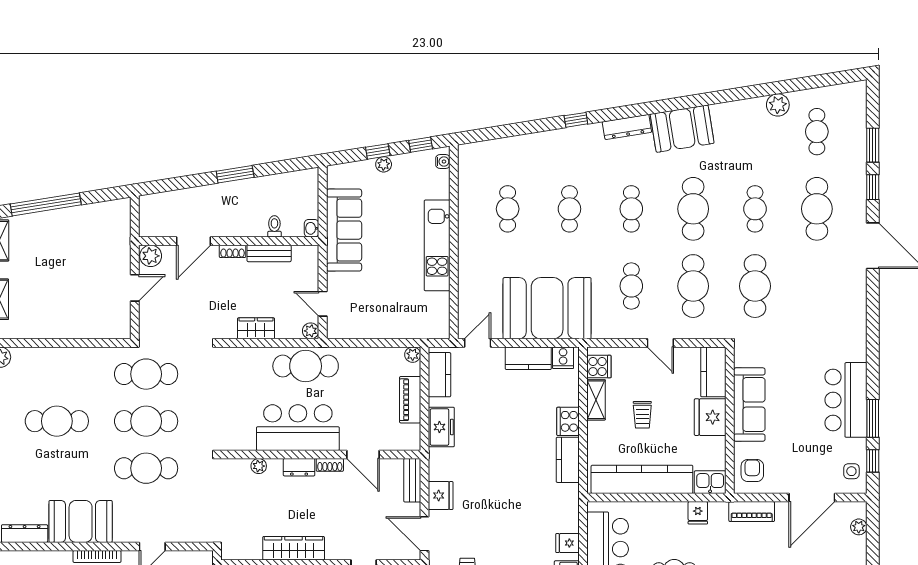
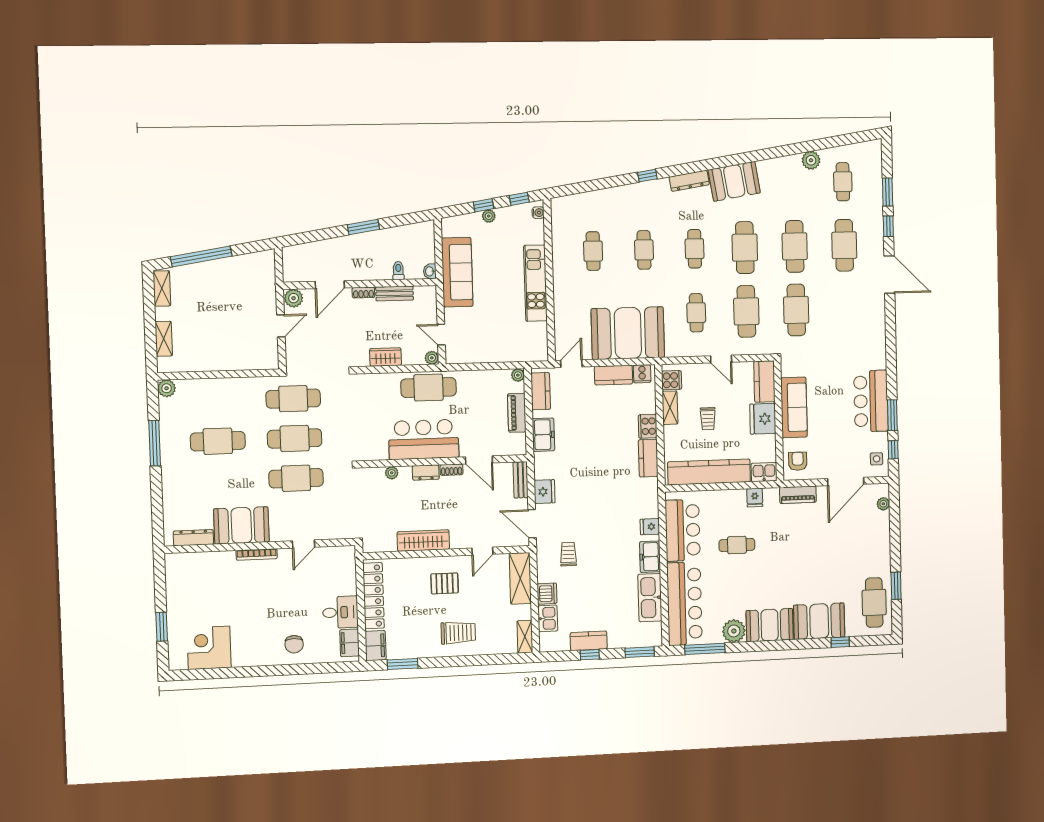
cafe table: (755, 209) -> (795, 246), width x1.37, depth x1.35

